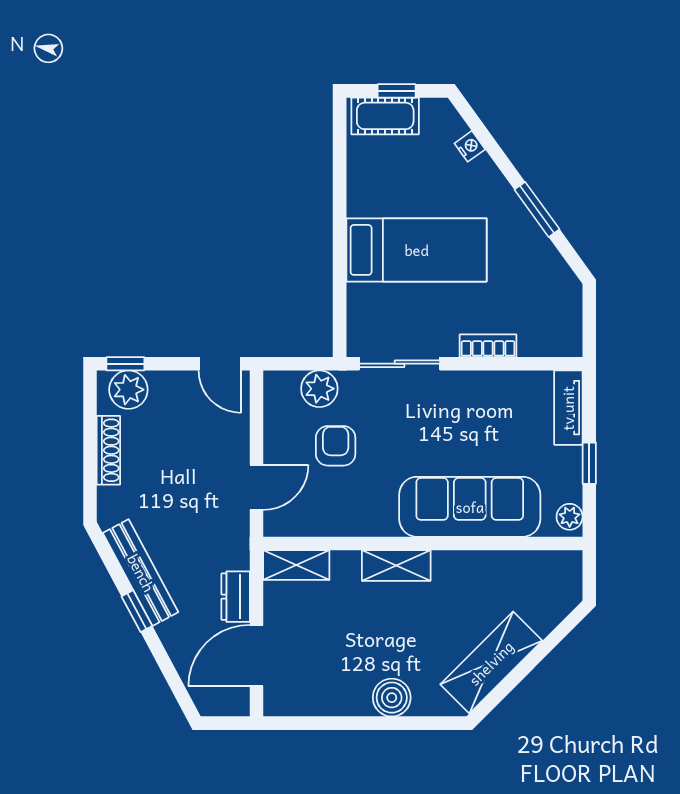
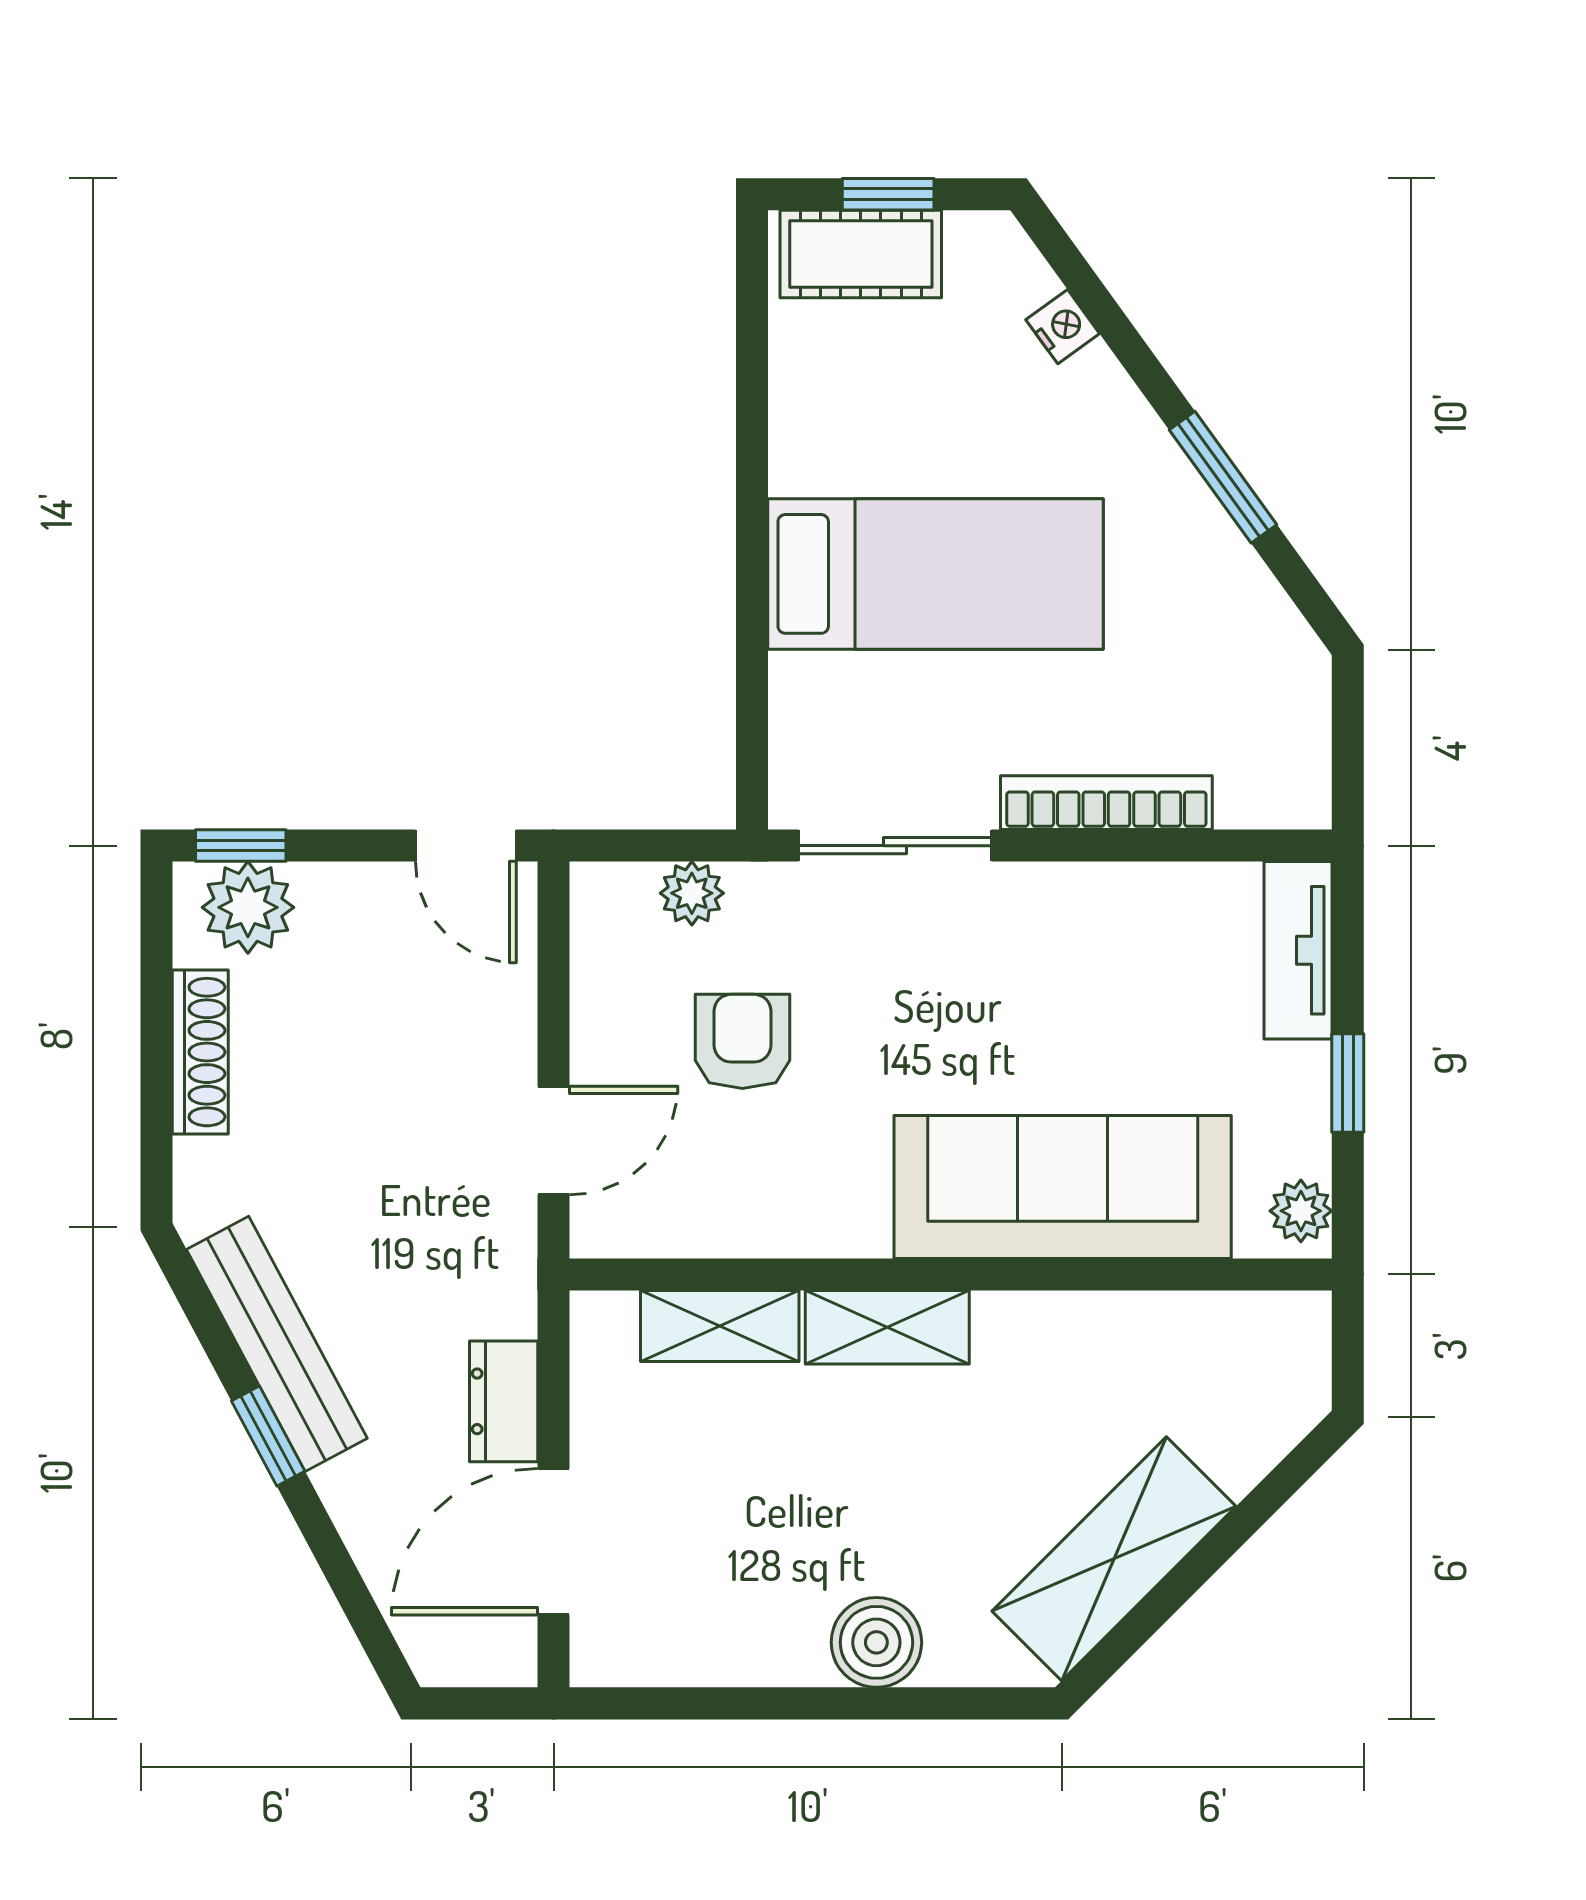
bookcase: (488, 346) -> (1106, 803), width x1.56
plant: (319, 389) -> (692, 893), width x0.73, depth x0.73
shelving: (296, 565) -> (720, 1326), moved

